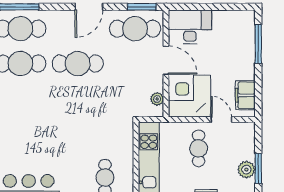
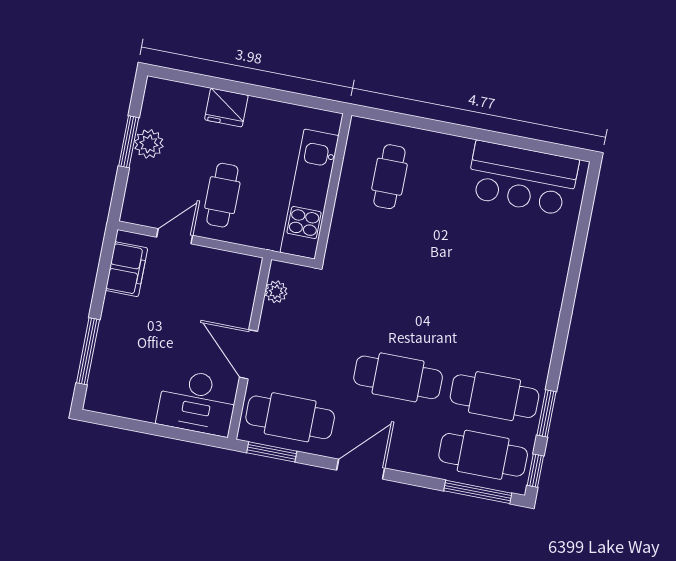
corner desk: (189, 96) -> (221, 286), removed
door: (221, 120) -> (175, 236), swing flipped

